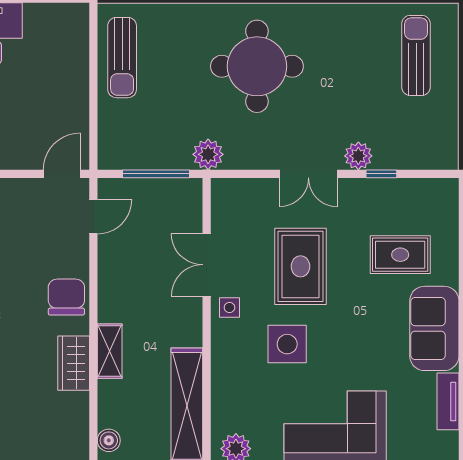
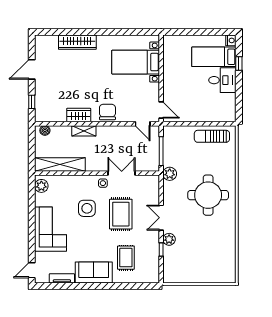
sun lounger: (416, 55) -> (213, 265), removed
rug: (300, 266) -> (121, 214), turned 90
chair: (66, 297) -> (107, 112), turned -90

